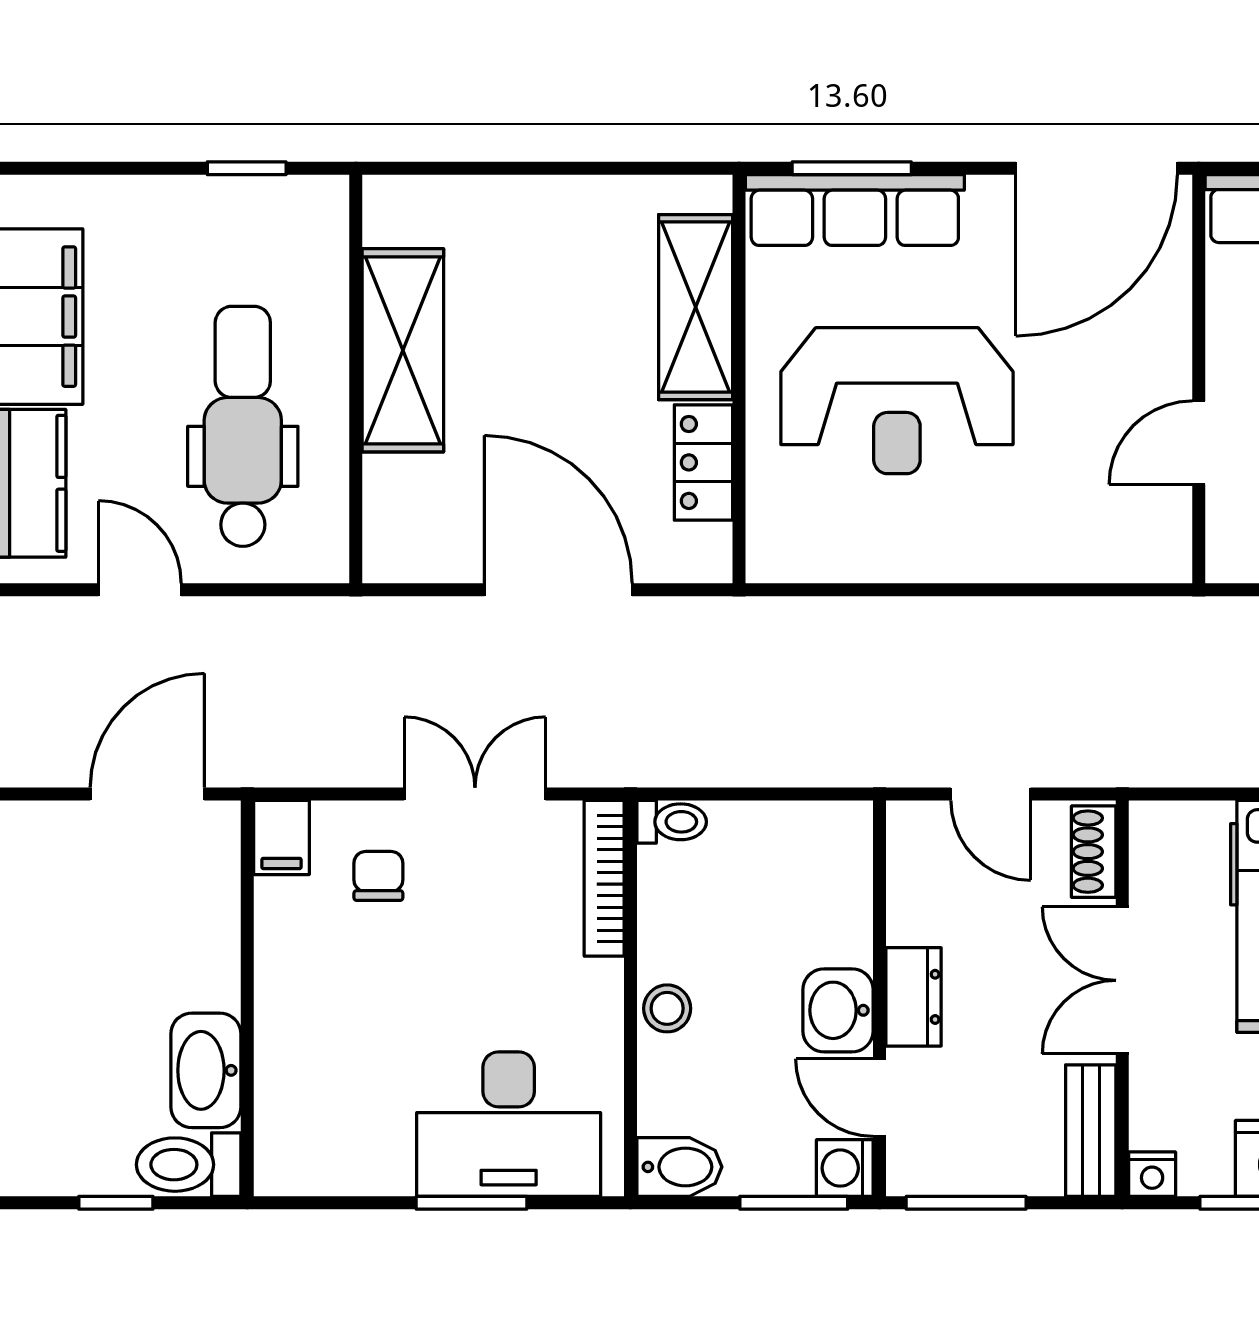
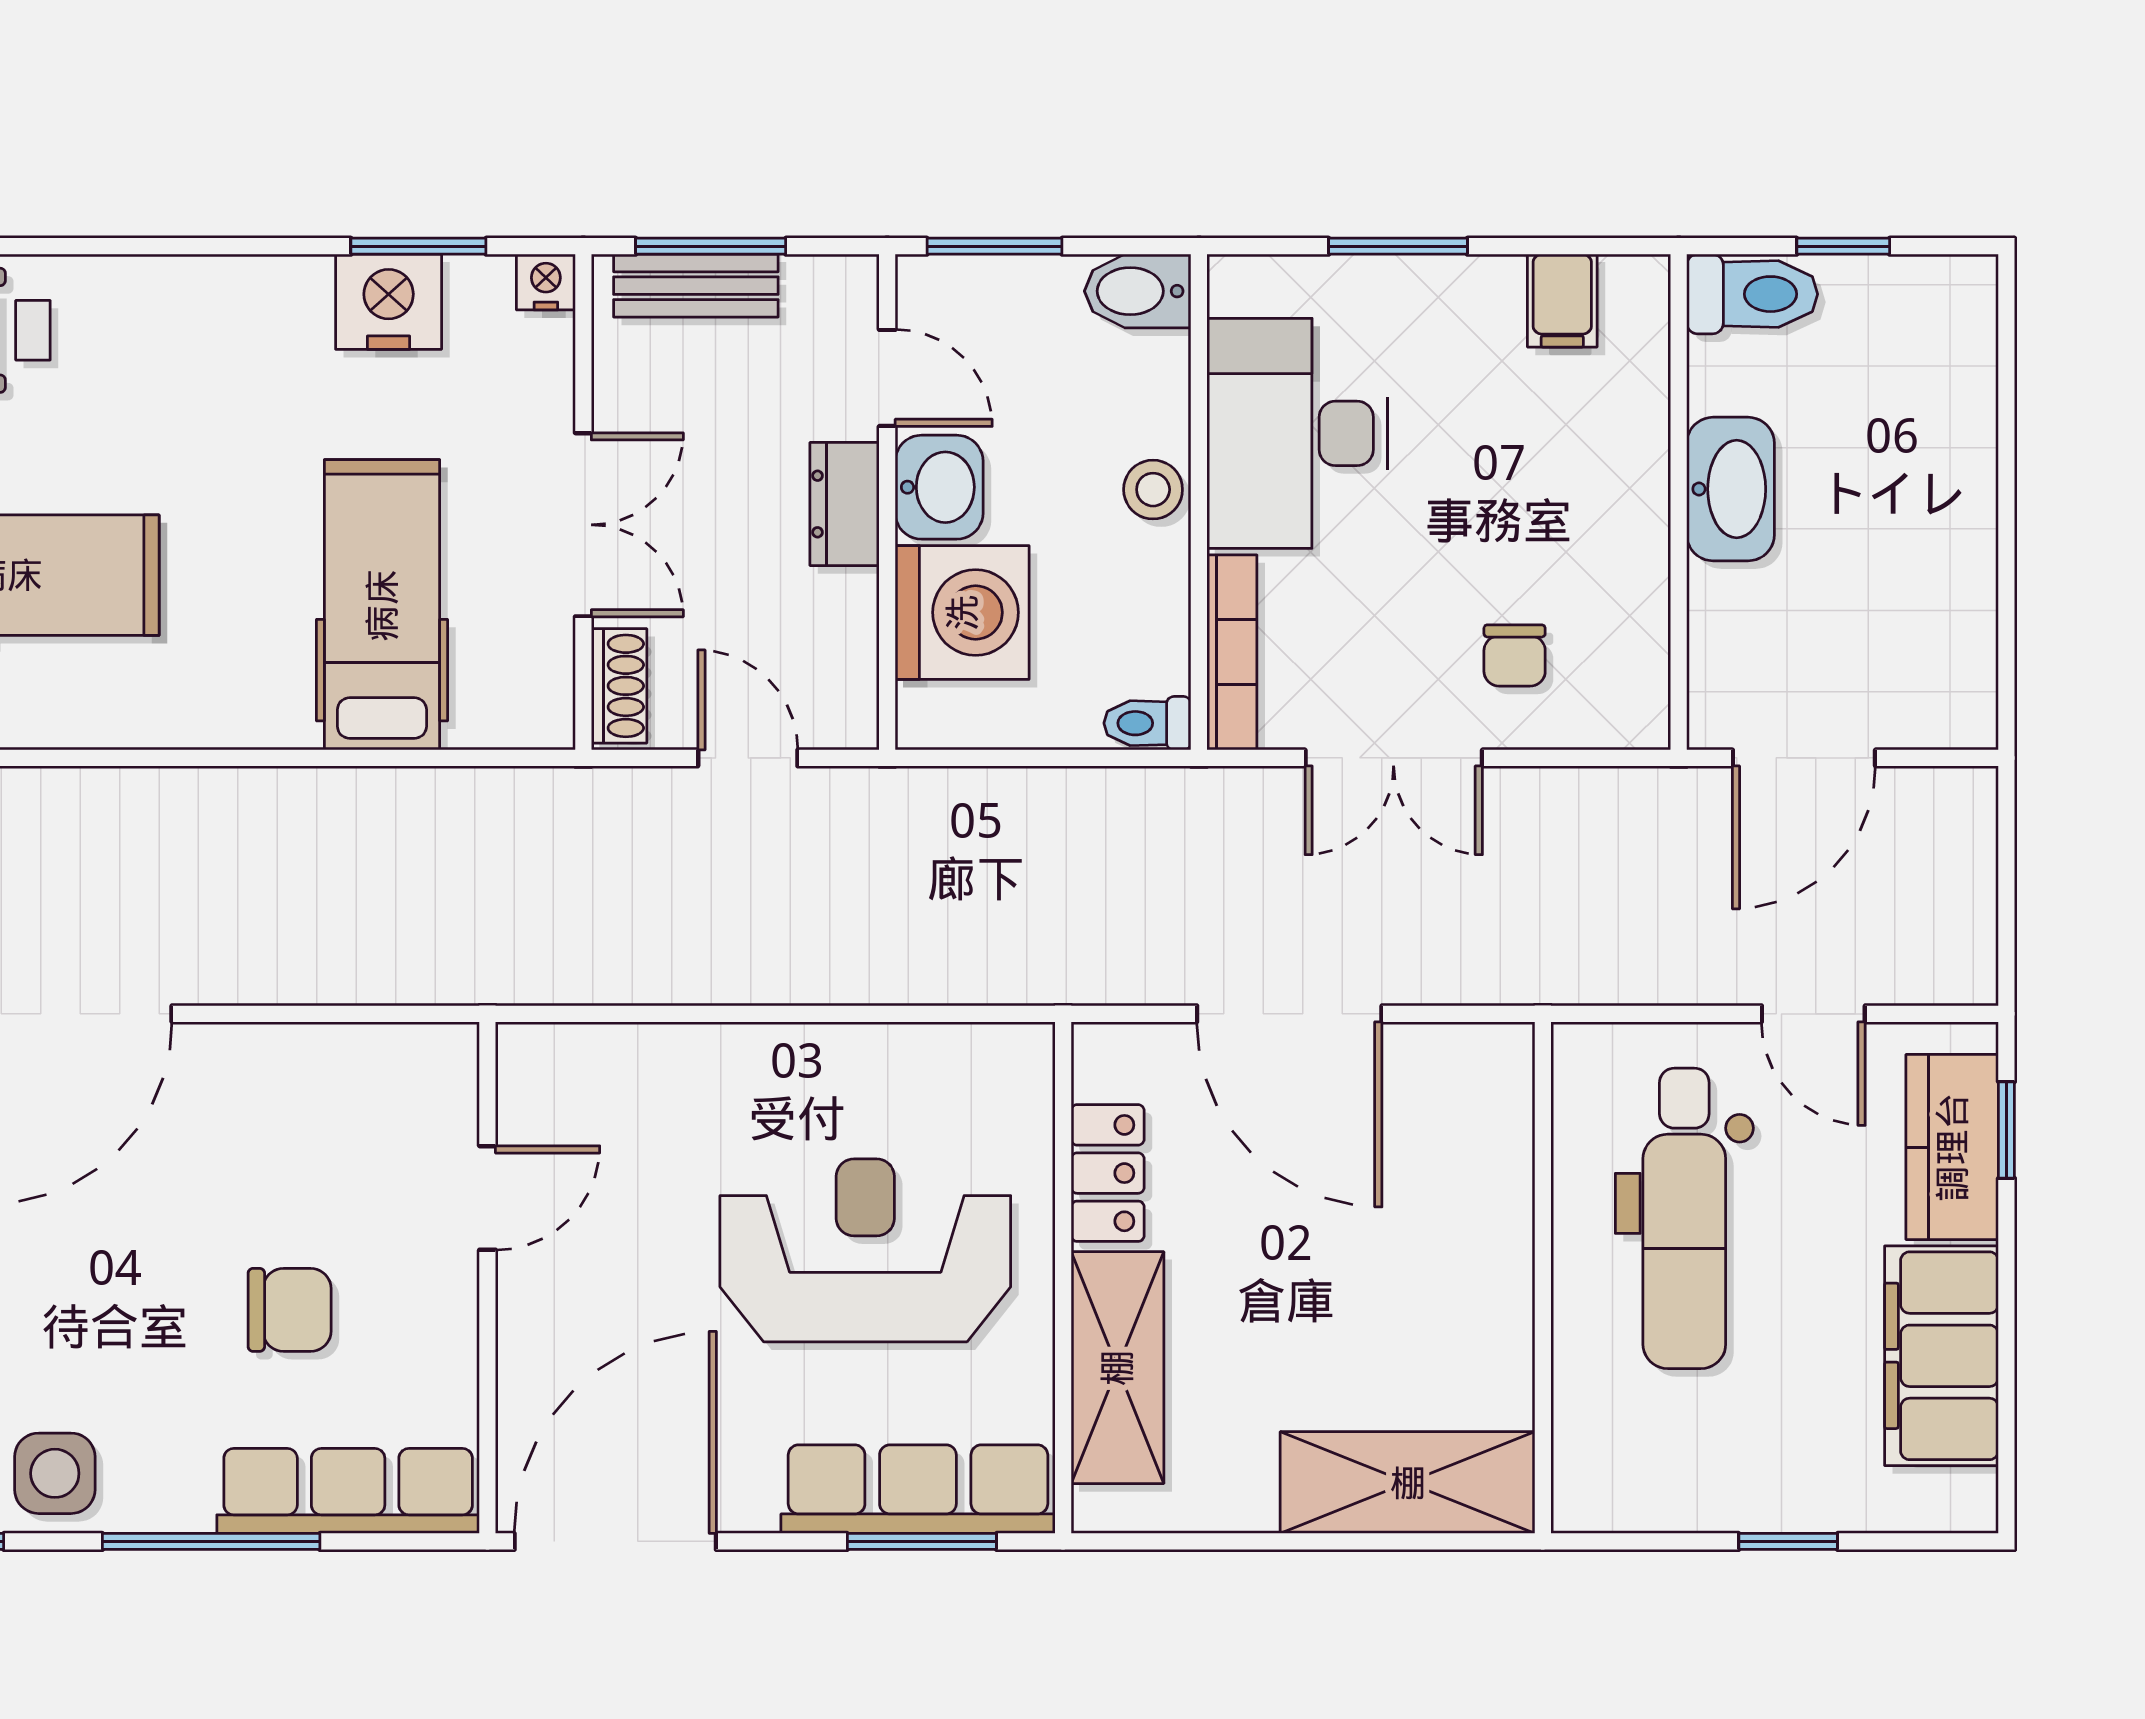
window: (247, 168) -> (1788, 1541), moved
shelving: (403, 350) -> (1408, 1483), moved, turned 90
filing cabinet: (281, 838) -> (1562, 301), moved, turned 180
washbasin: (206, 1070) -> (1731, 489), moved
desk: (509, 1124) -> (1297, 433), moved, turned -90
bench: (1091, 1131) -> (696, 286), moved, turned 90
washing machine: (845, 1168) -> (962, 612), moved, width x1.89, depth x1.89
window: (966, 1203) -> (711, 246), moved

